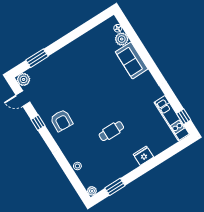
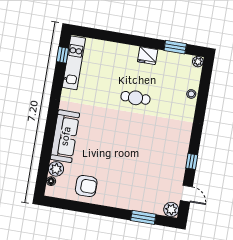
sofa: (132, 60) -> (65, 136), width x1.36
armchair: (61, 120) -> (86, 186), moved, turned 87
fridge: (143, 156) -> (148, 56), moved

